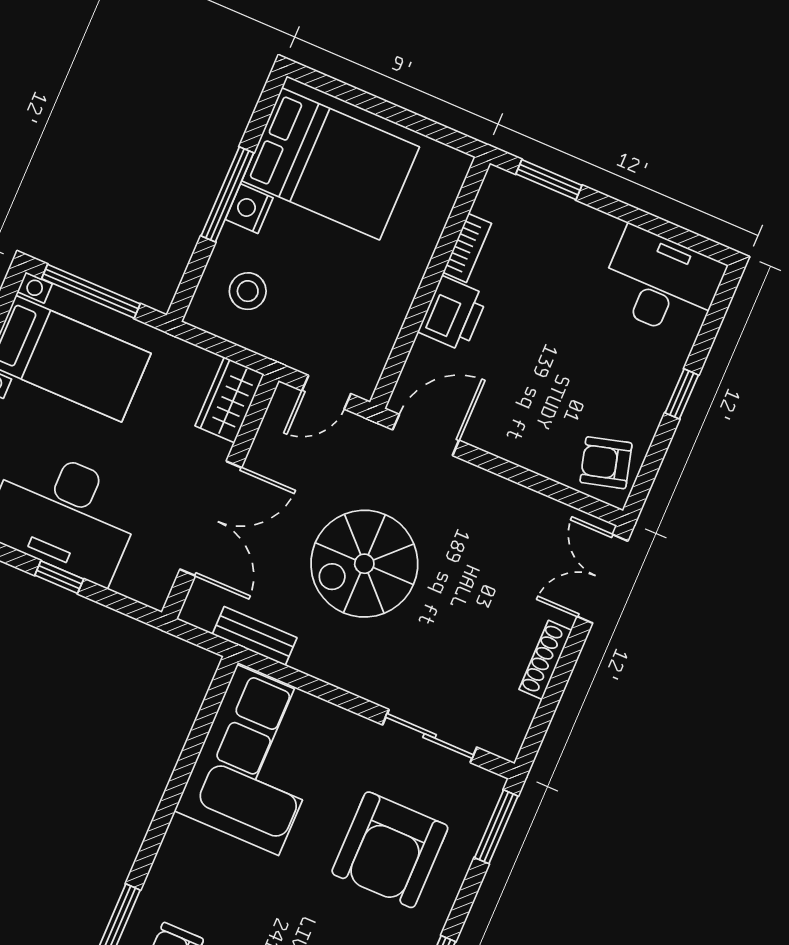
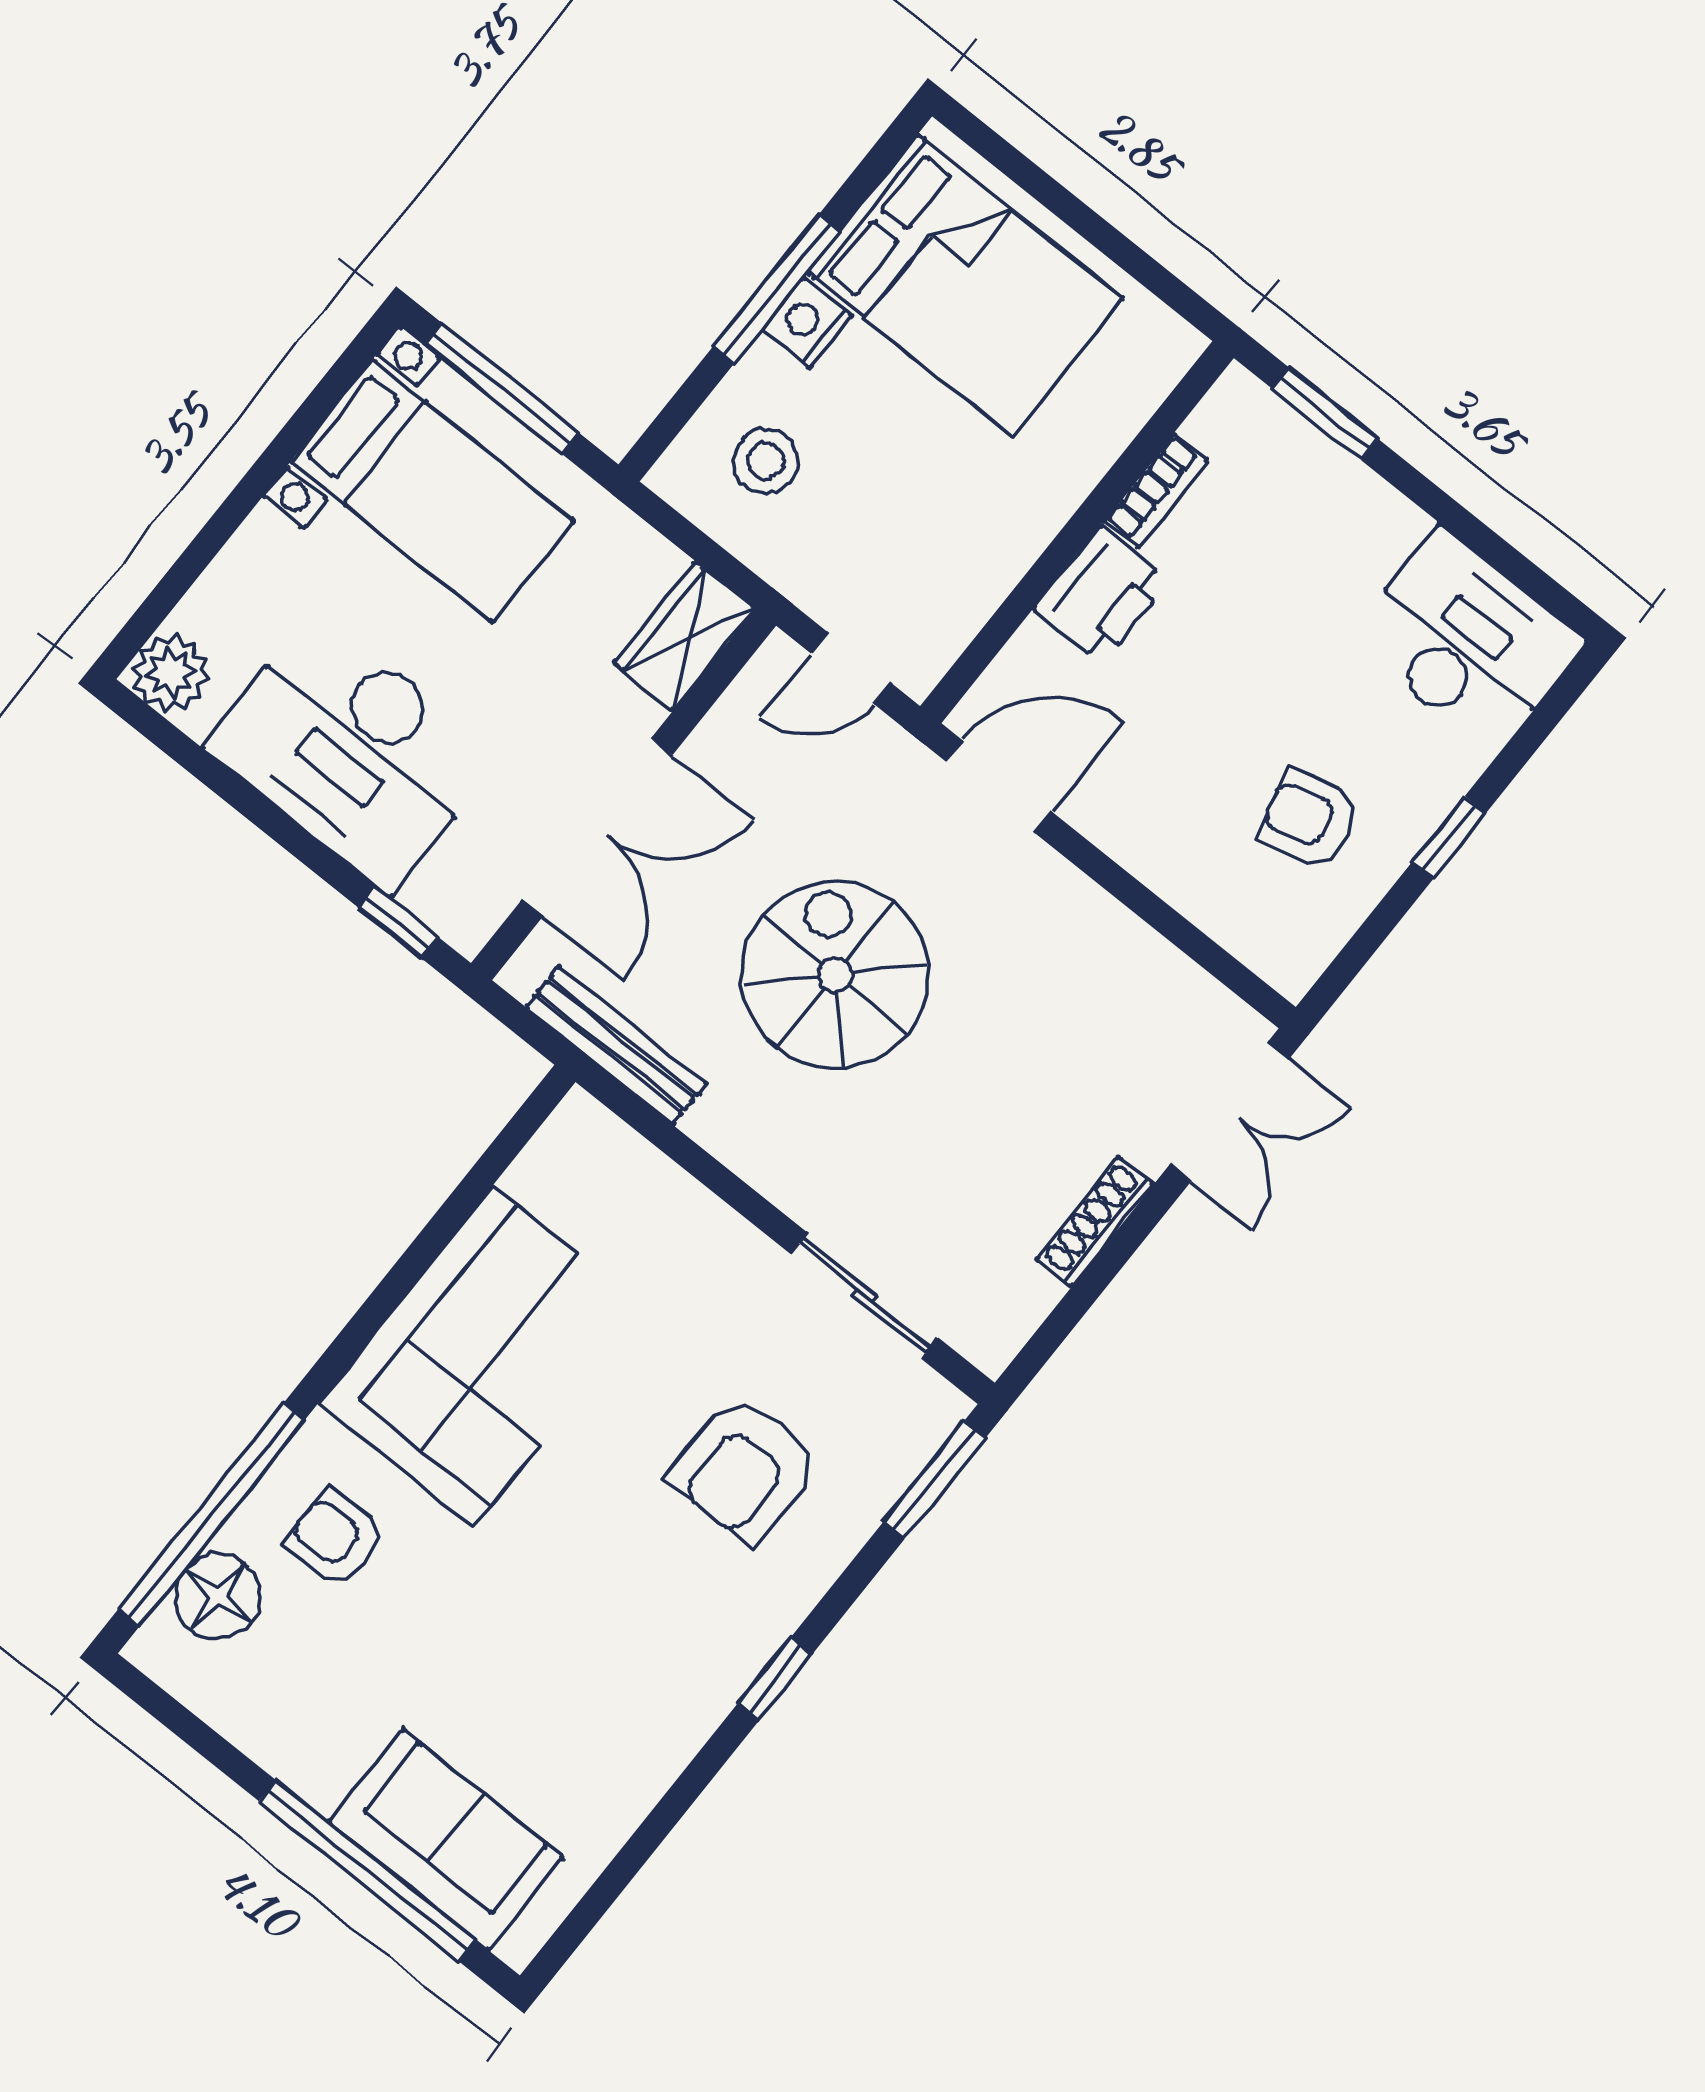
armchair: (606, 463) -> (1309, 818), moved
spiral stairs: (364, 564) -> (835, 975), turned 90
window: (59, 577) -> (398, 922), moved
double door: (603, 579) -> (1229, 1112), swing flipped
bench: (255, 636) -> (616, 1046), width x1.36
corner sofa: (258, 760) -> (483, 1357), moved
armchair: (390, 850) -> (744, 1469), width x0.73, depth x0.73

